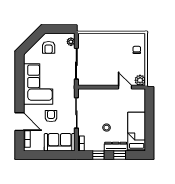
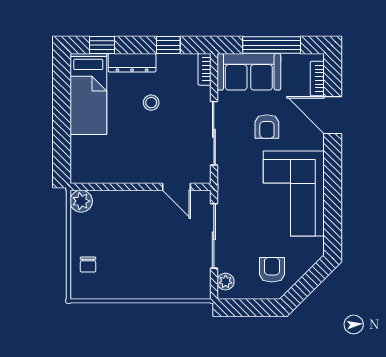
door: (125, 87) -> (177, 187), moved
window: (49, 155) -> (272, 45), added
window: (120, 155) -> (102, 45), moved

